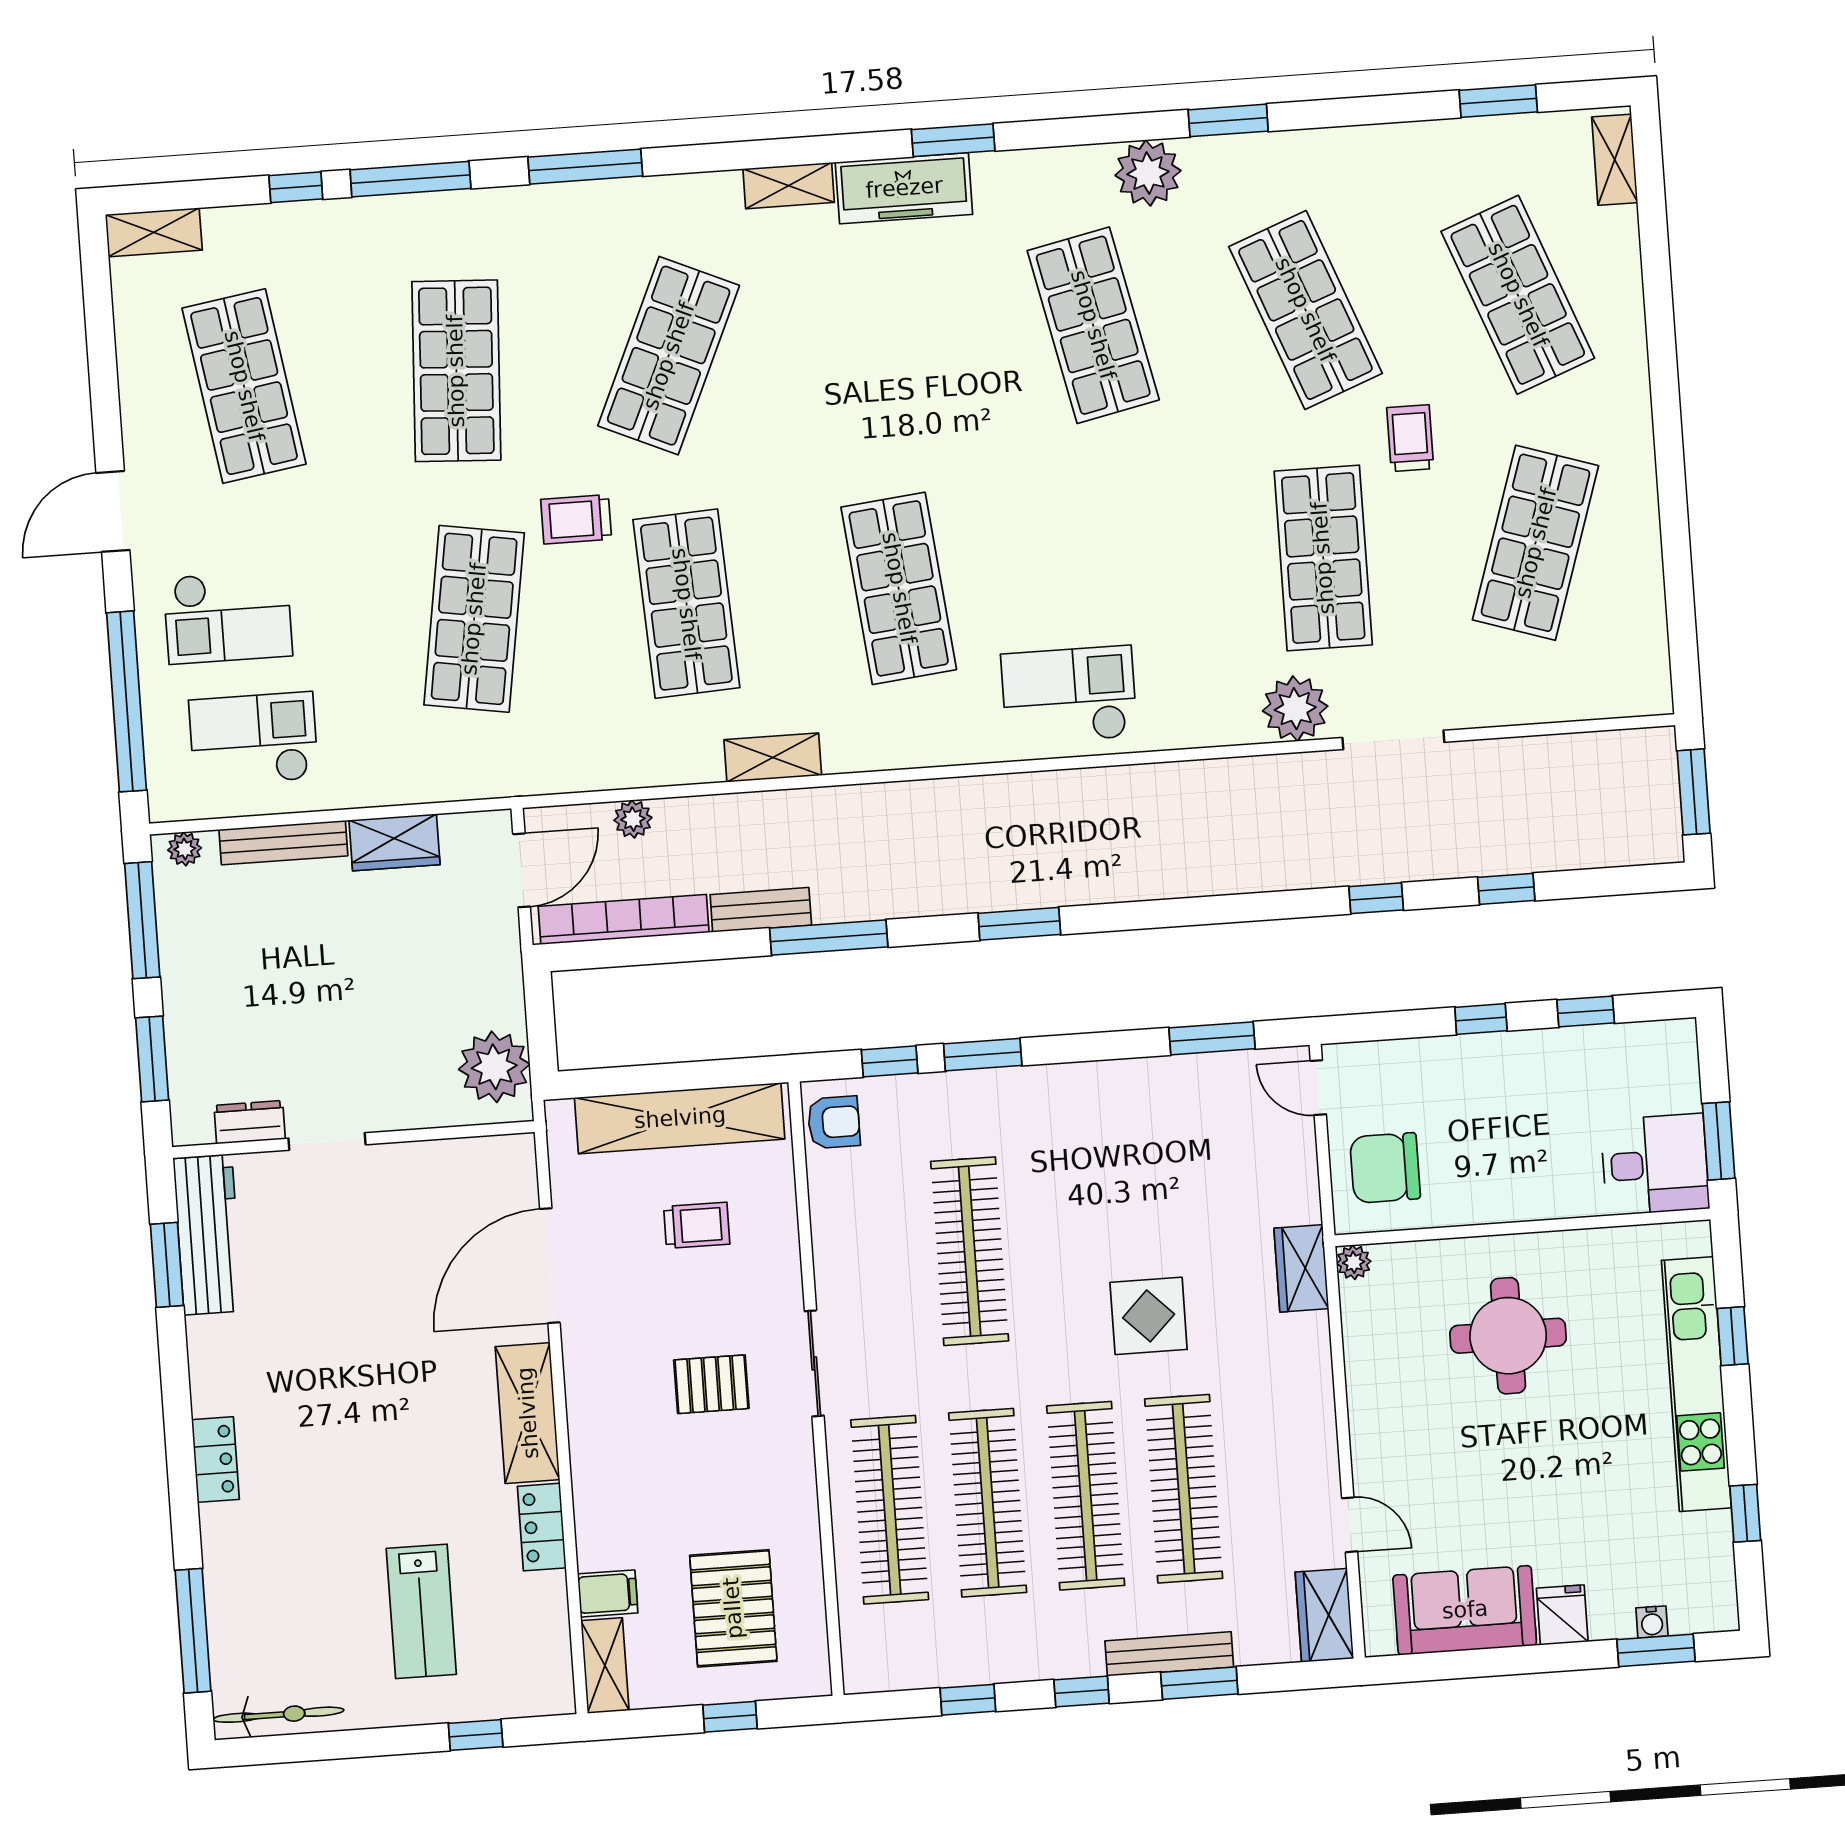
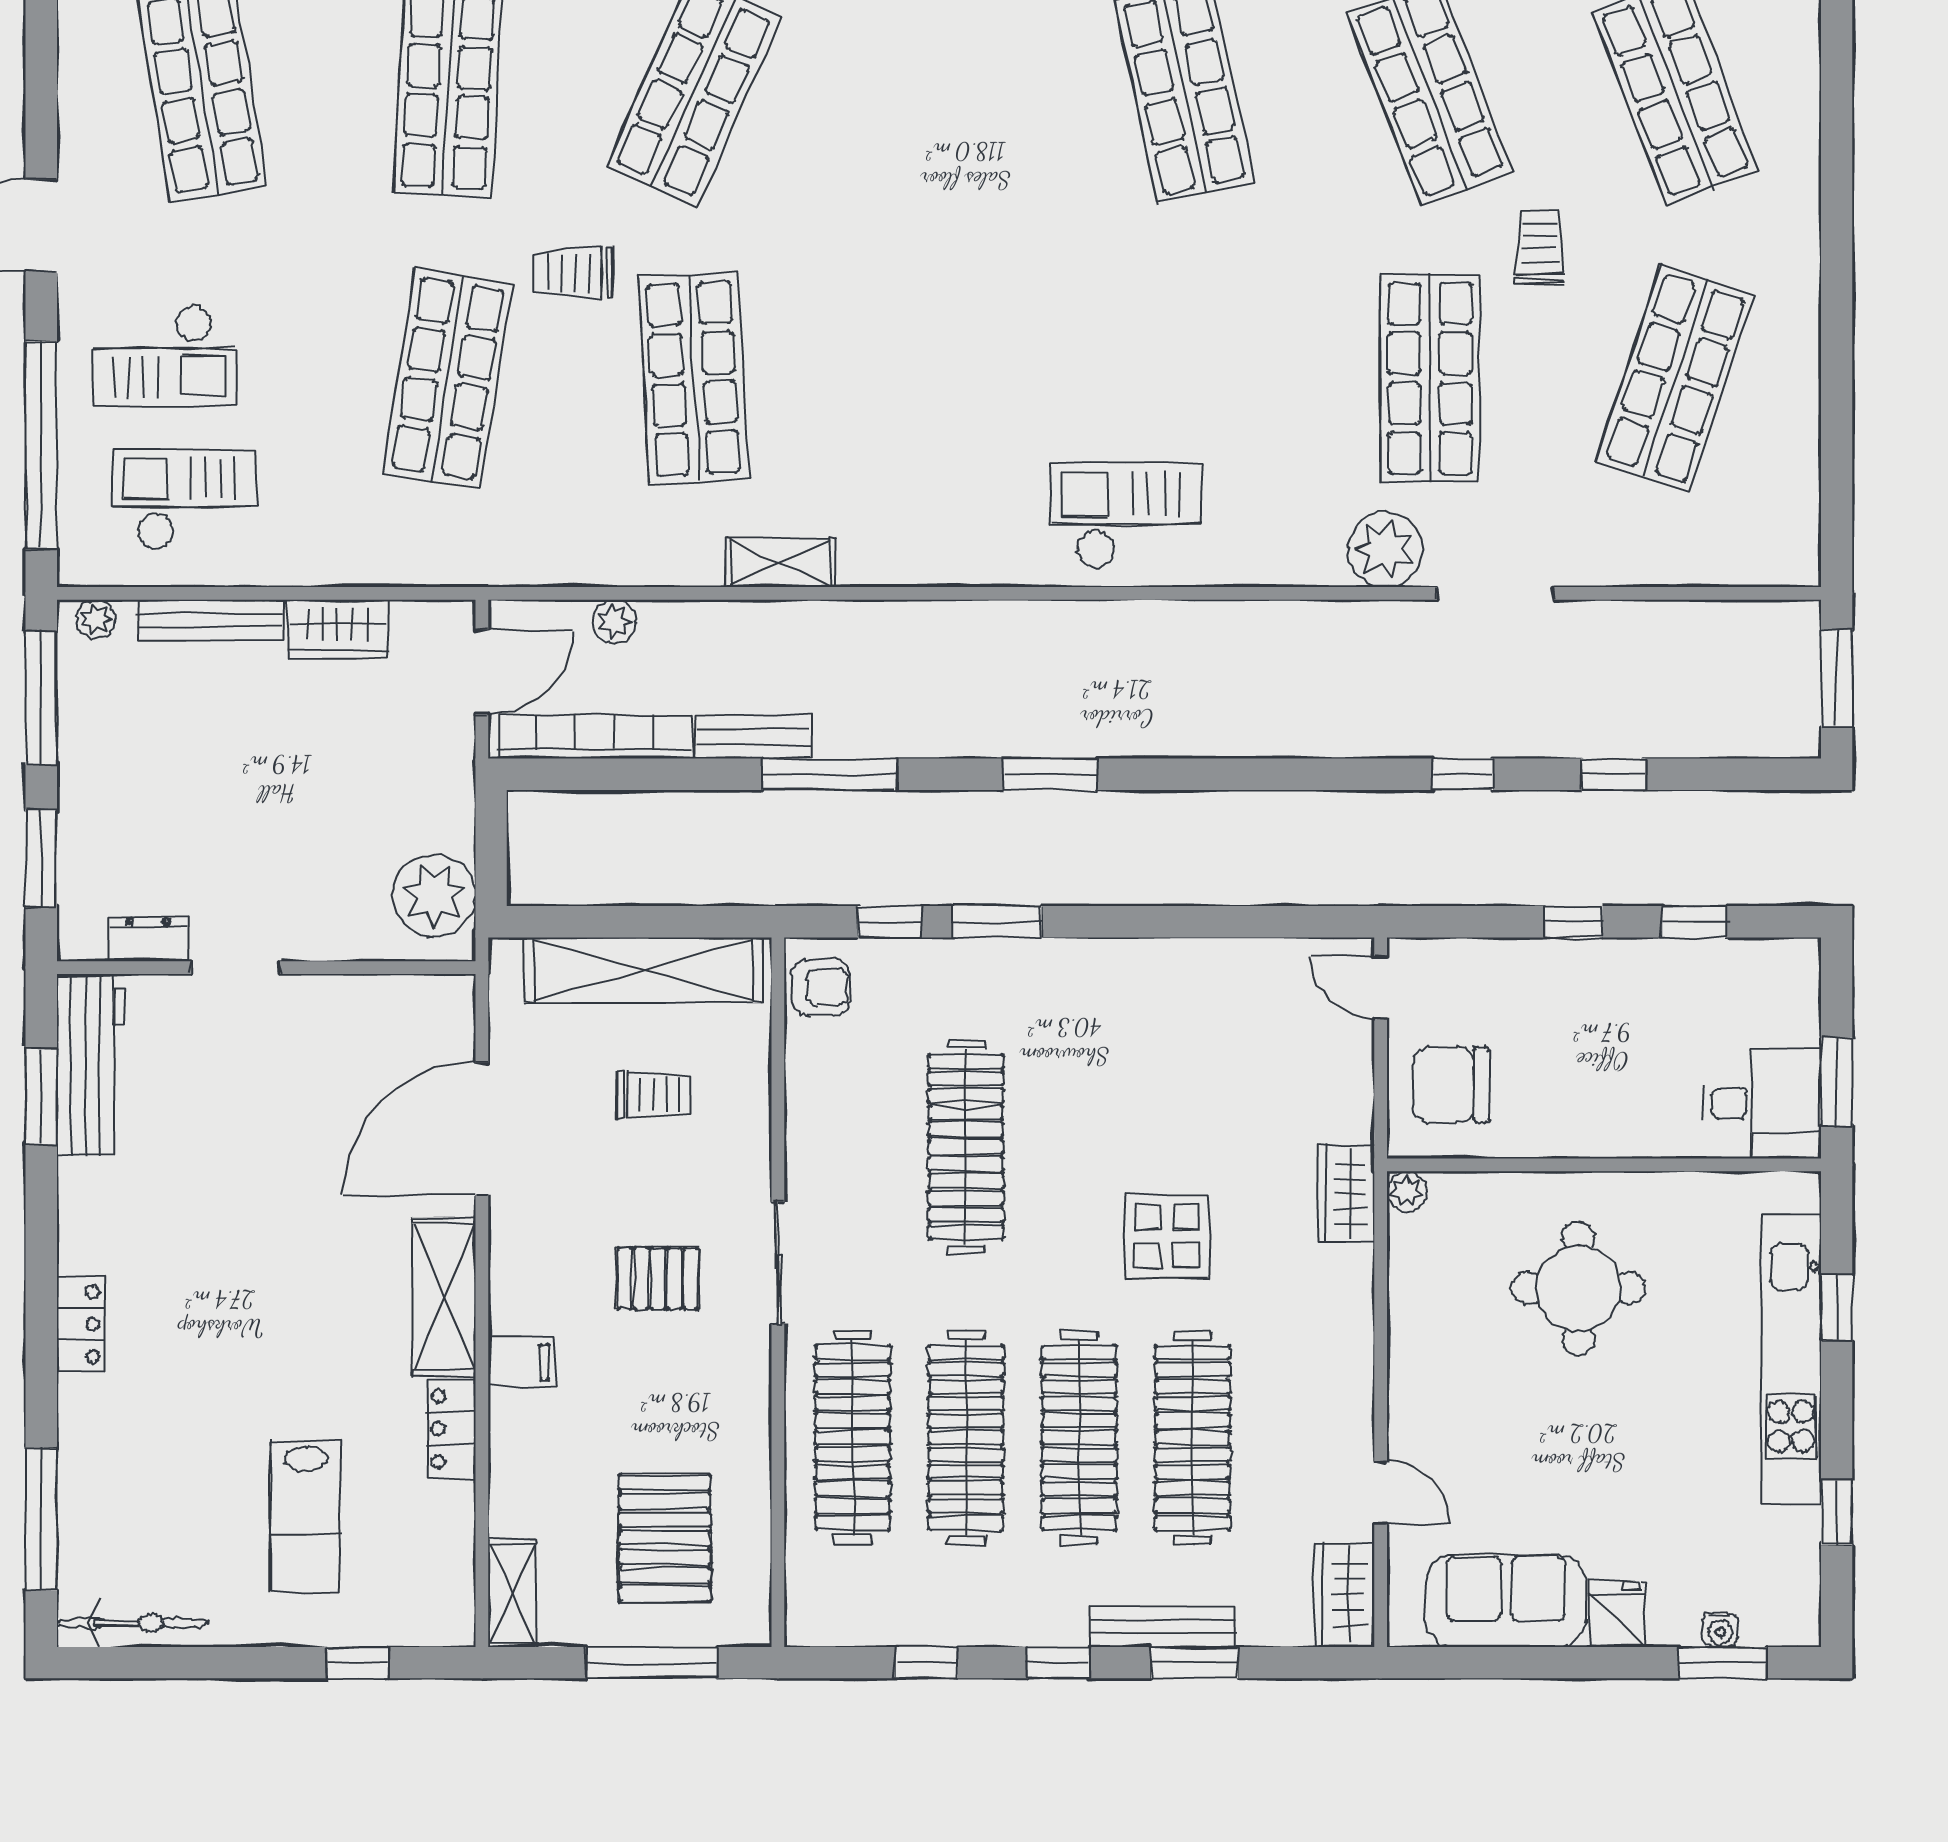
shop shelf: (899, 588) -> (939, 378), removed
window: (1212, 1038) -> (1262, 922), removed
filing cabinet: (608, 1593) -> (521, 1362), moved
window: (730, 1717) -> (652, 1663), width x2.17

